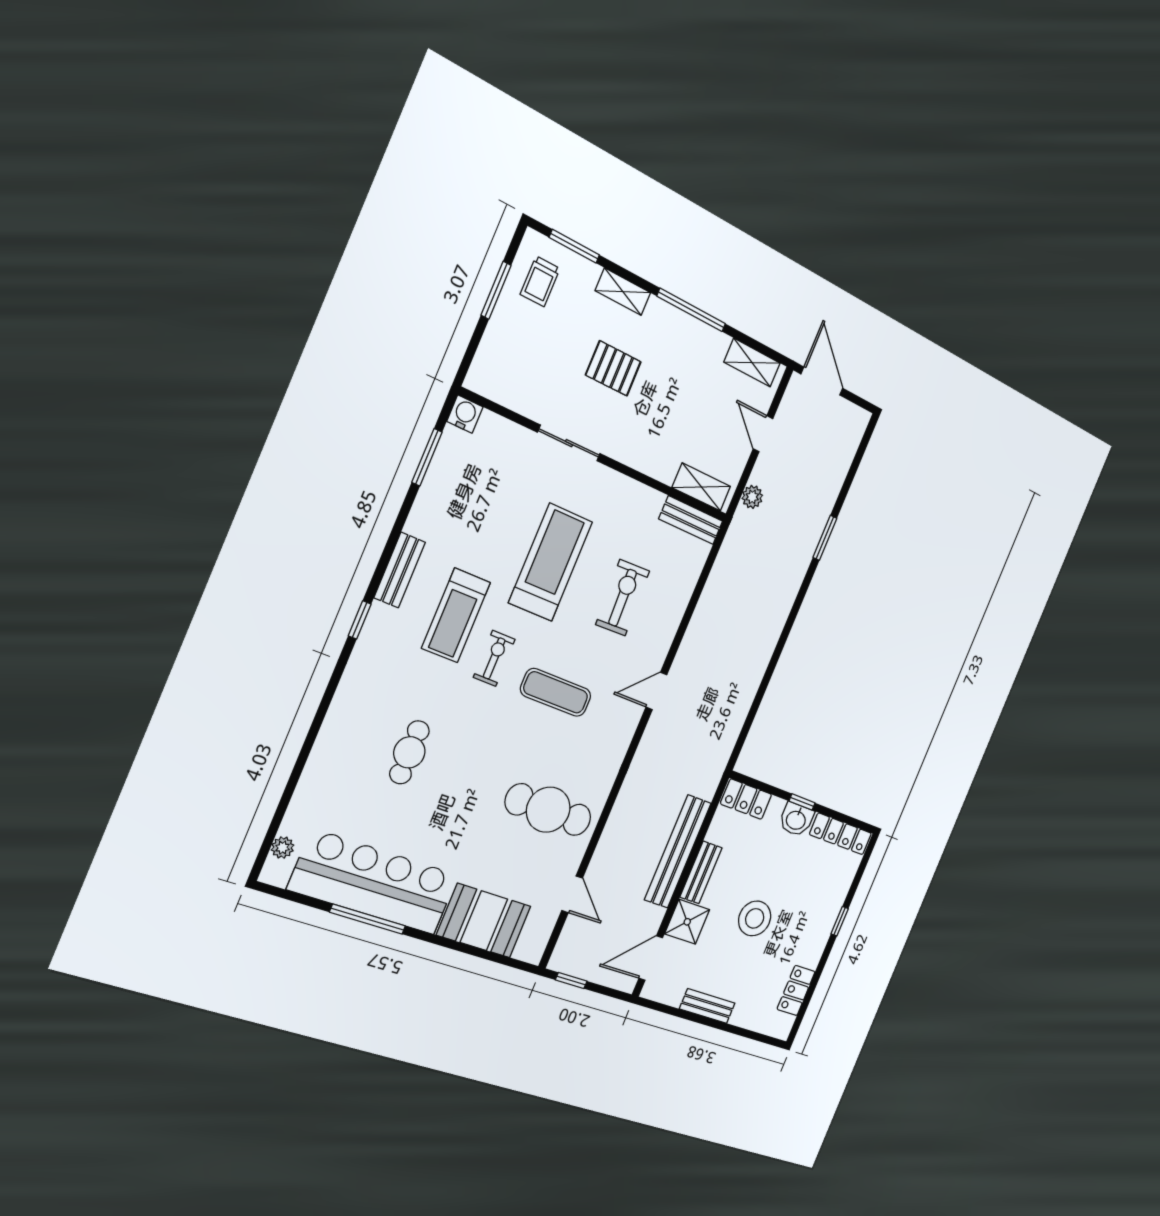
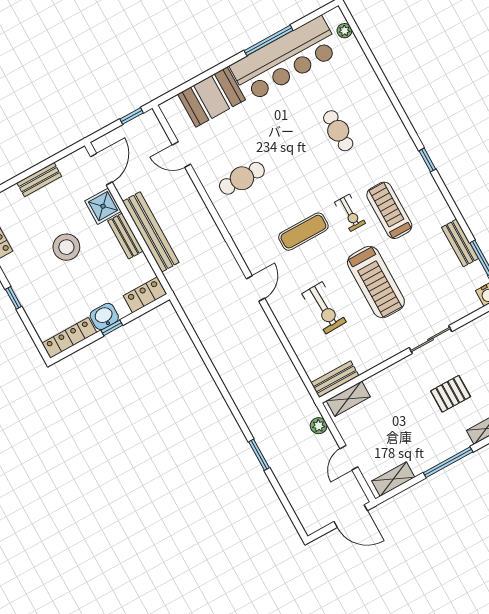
door: (763, 434) -> (349, 458), swing flipped
bench: (400, 570) -> (460, 243), moved
cafe table: (548, 810) -> (242, 178), width x0.73, depth x0.74

